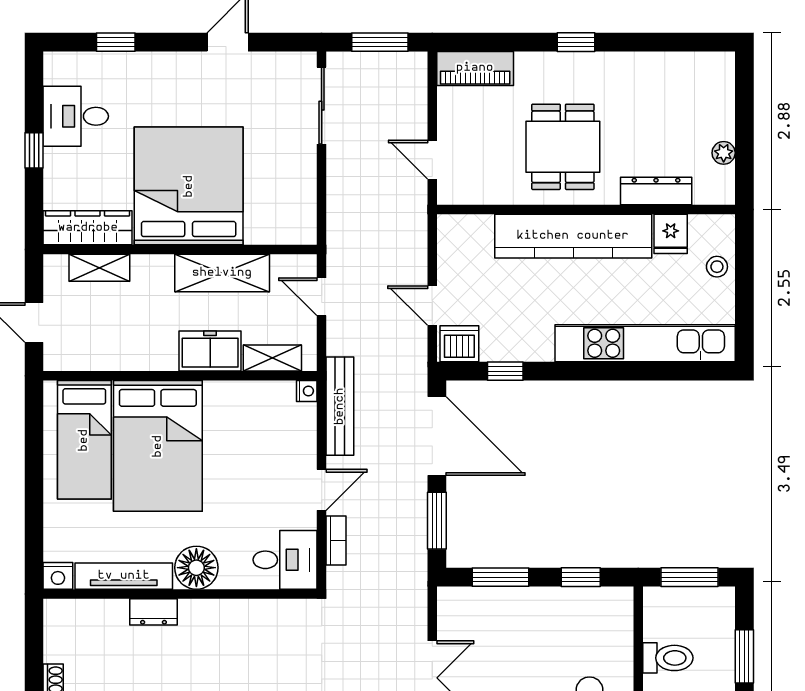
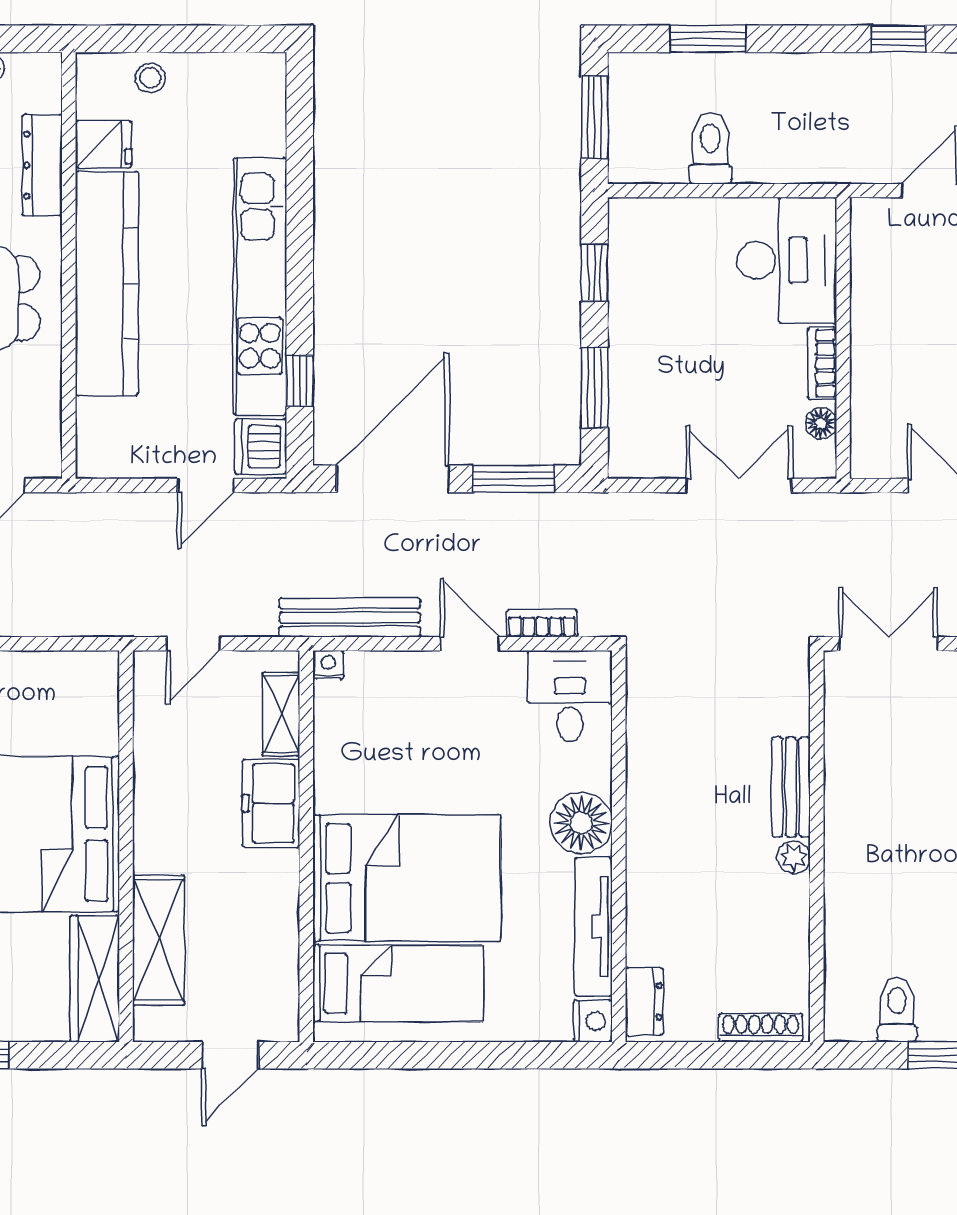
shelving: (99, 268) -> (158, 940), width x1.50, depth x1.33
shelving: (222, 273) -> (160, 786), removed
kitchen unit: (645, 343) -> (260, 287), moved
dresser: (154, 612) -> (644, 1001), moved

